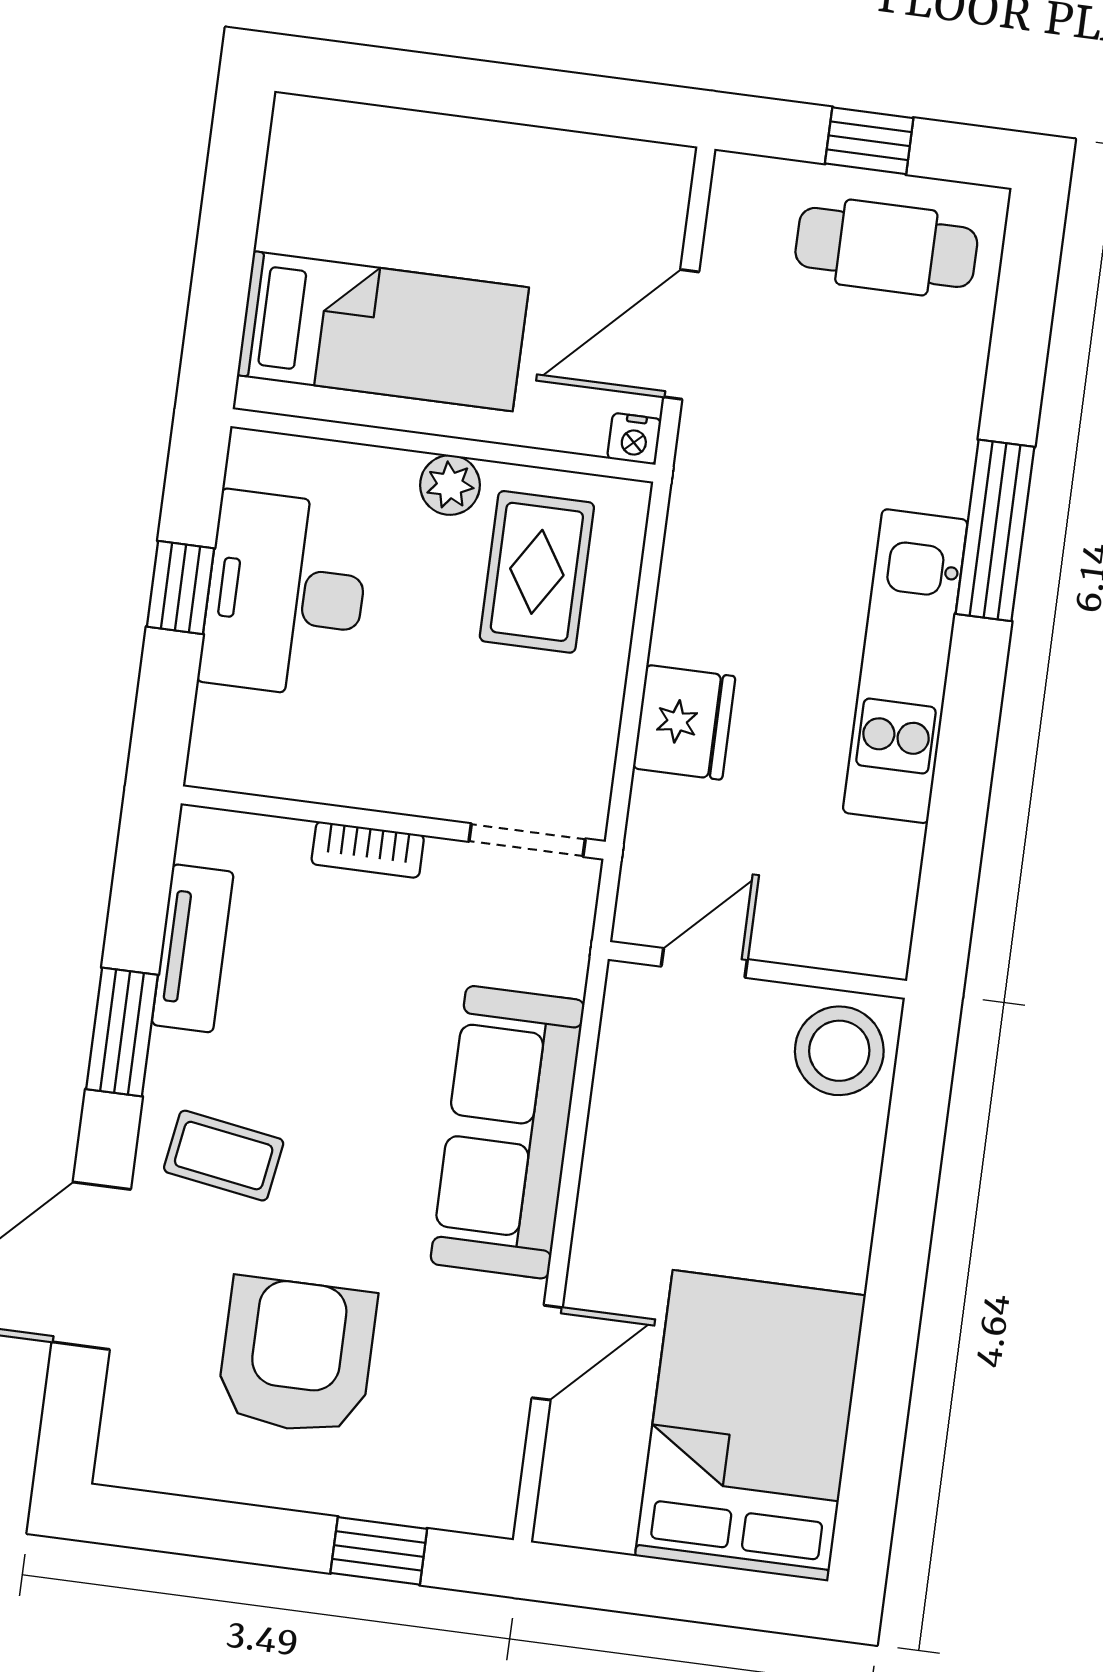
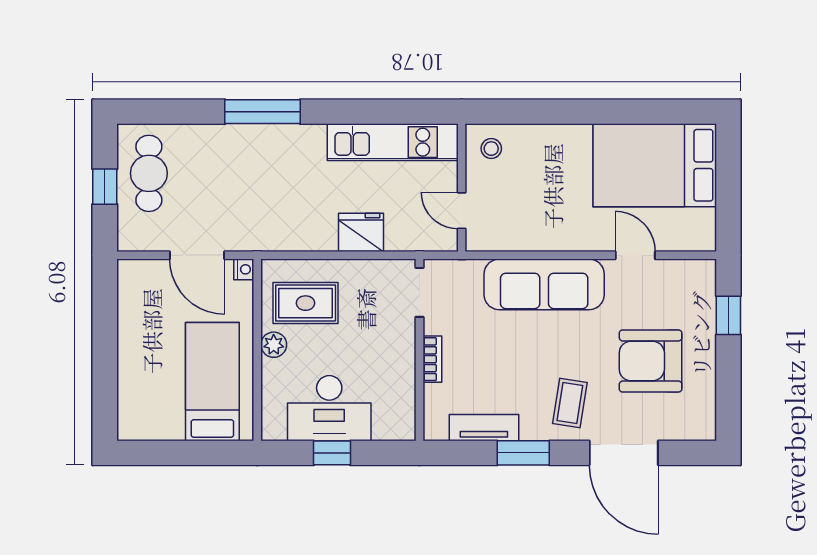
kitchen unit: (905, 666) -> (393, 142), moved
stool: (839, 1051) -> (491, 149), width x0.53, depth x0.53

